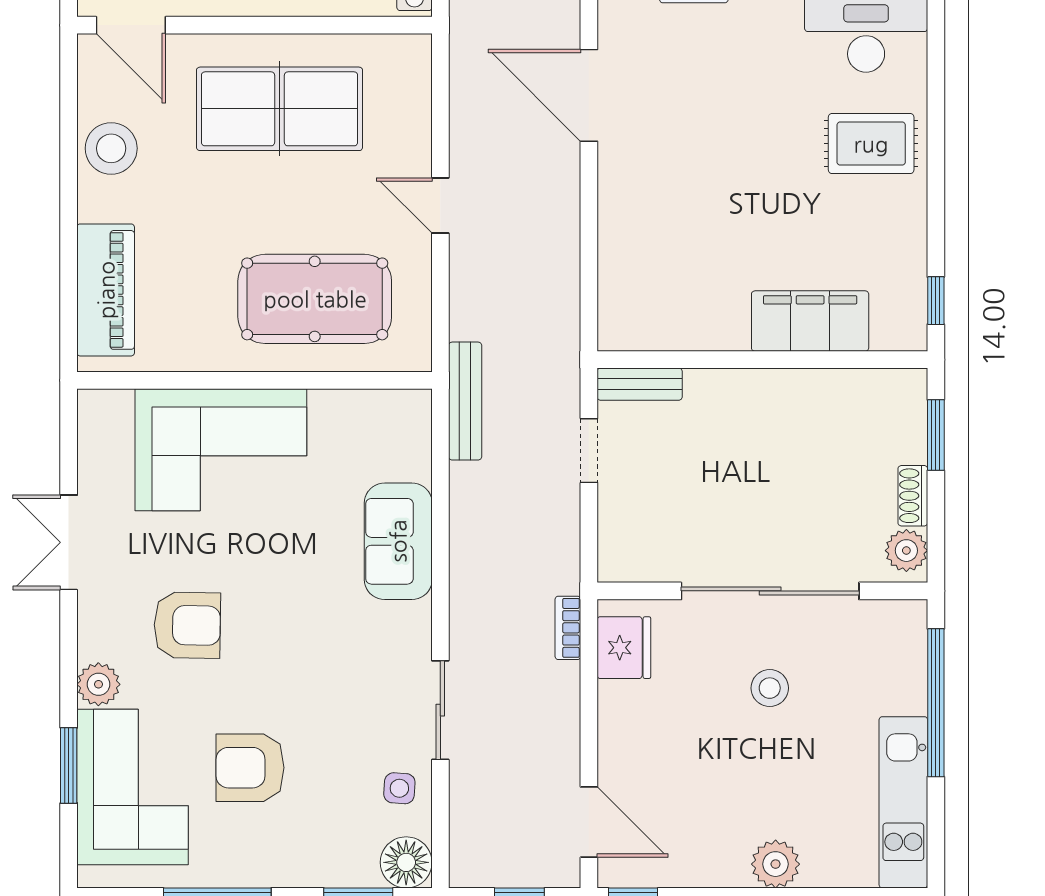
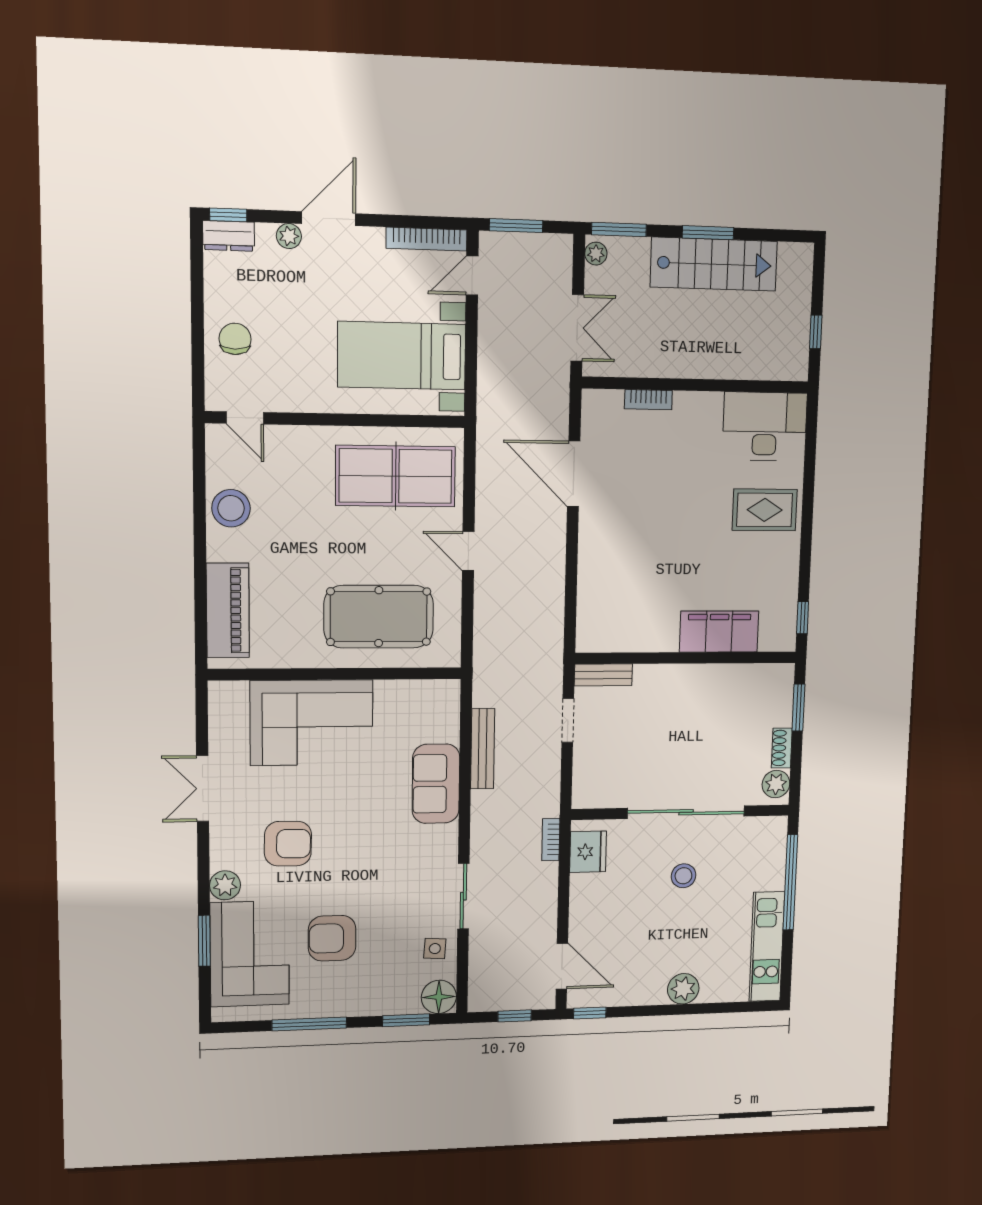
door: (131, 25) -> (245, 418), width x0.73
table tennis table: (280, 109) -> (396, 476), moved
bench: (465, 401) -> (483, 749), moved

